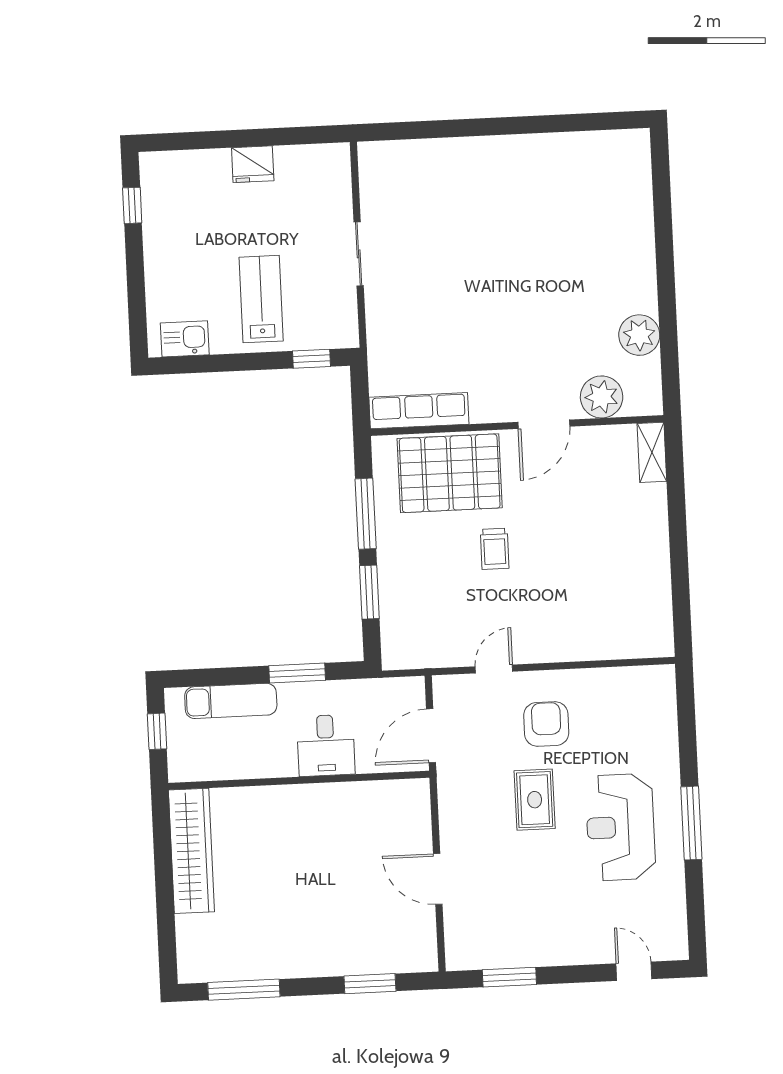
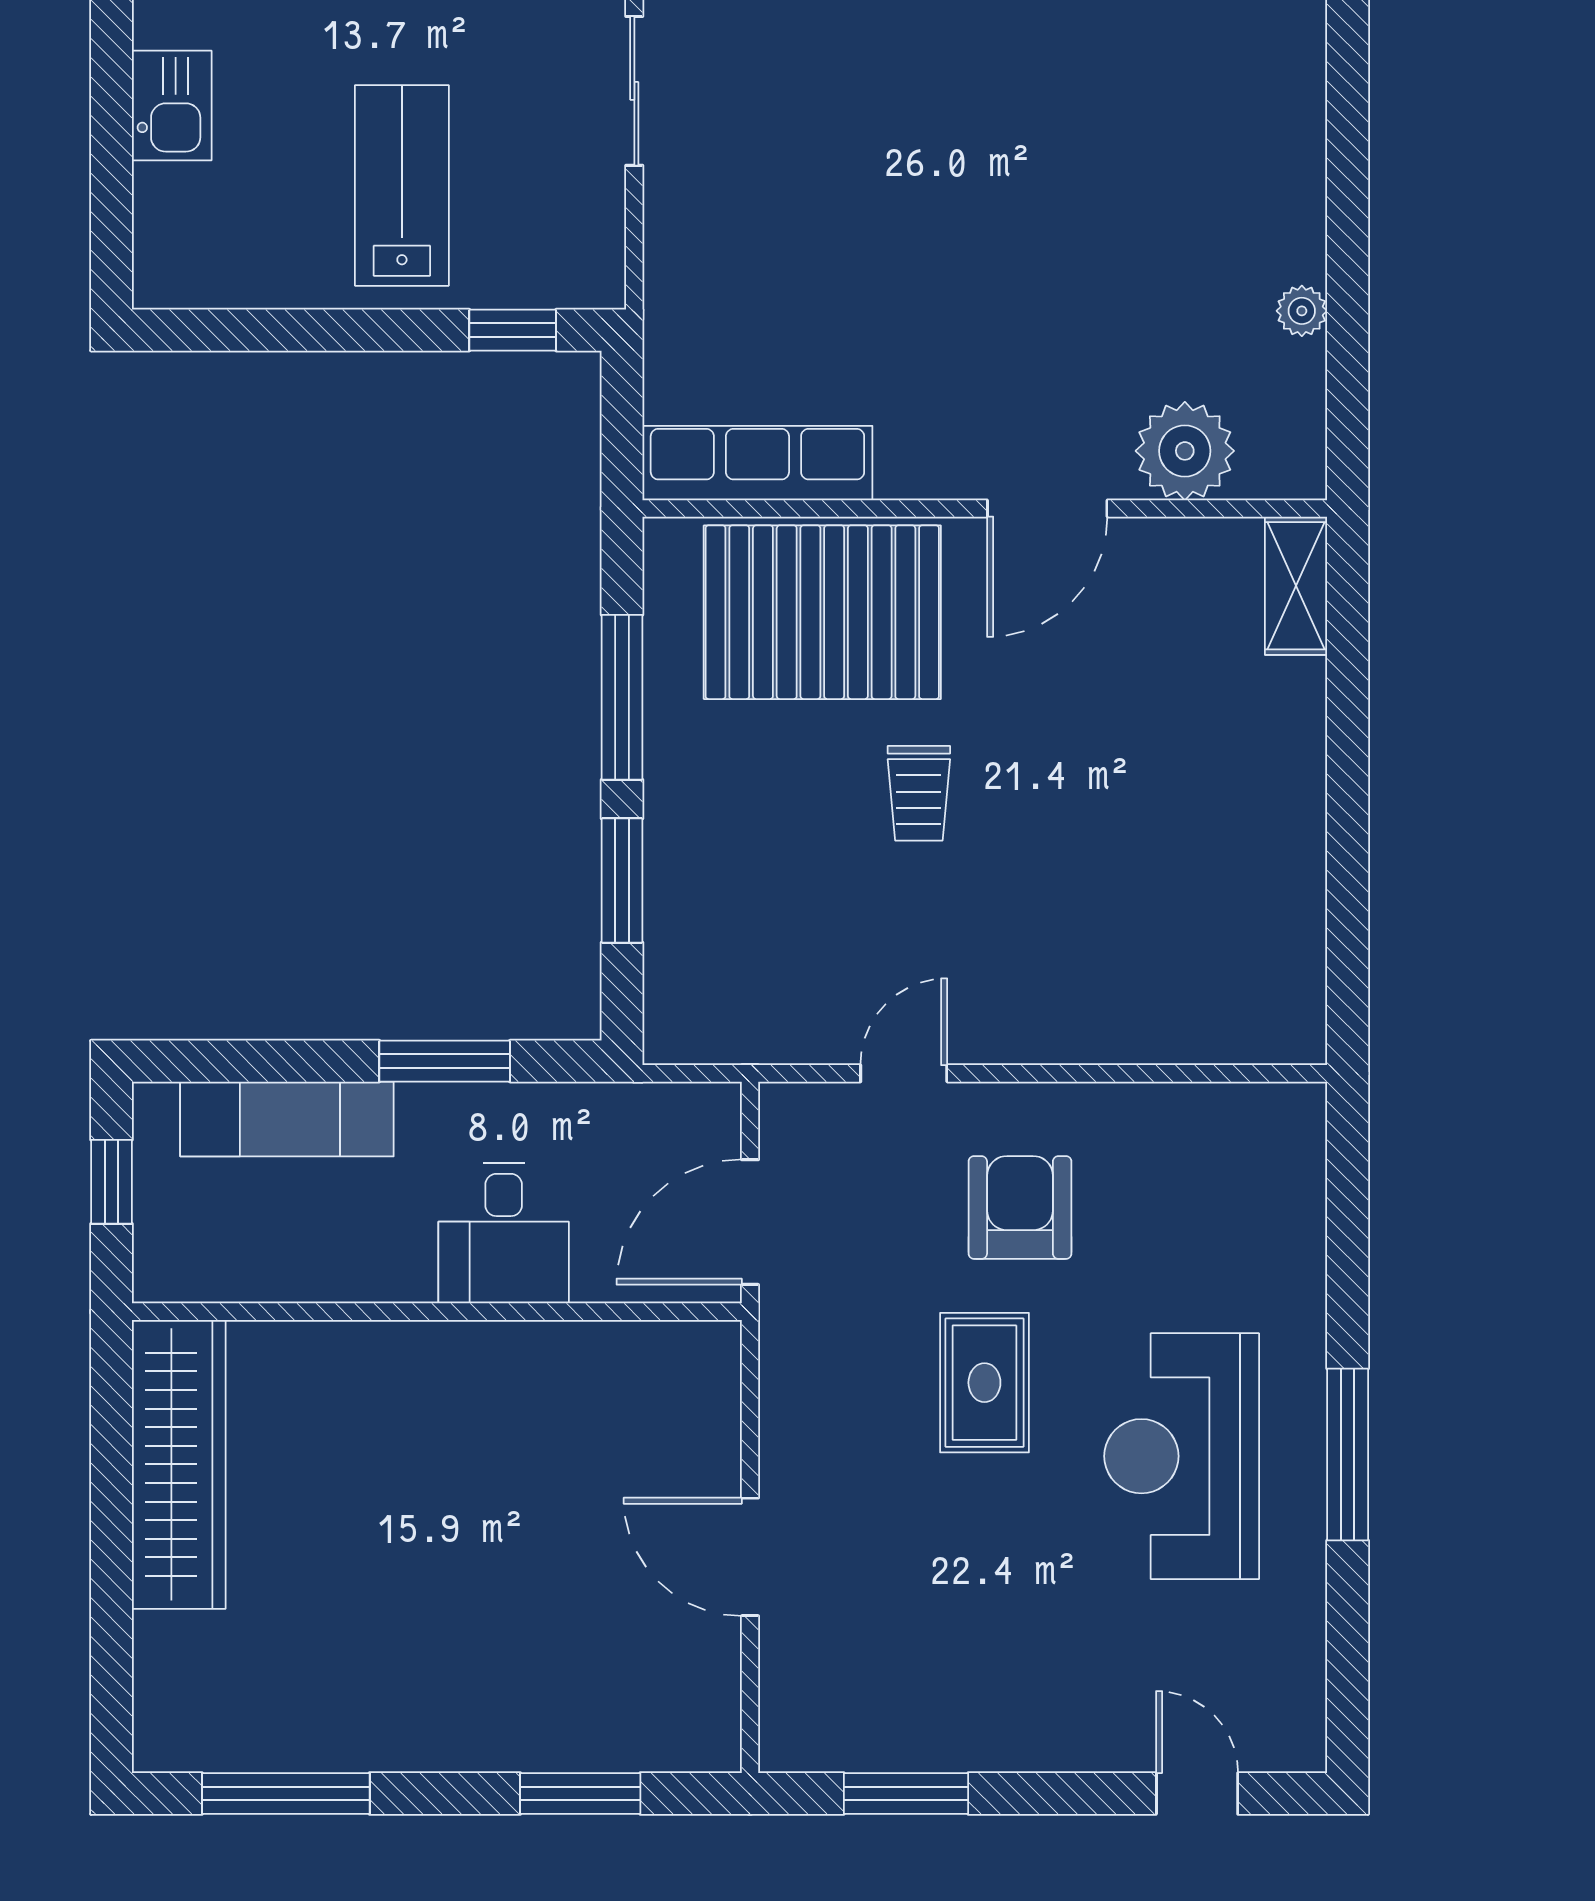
plant: (639, 335) -> (1302, 311), width x0.53, depth x0.53
kitchen sink: (185, 339) -> (172, 105), moved, turned 90

